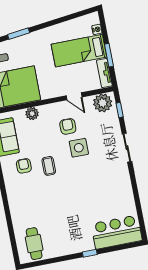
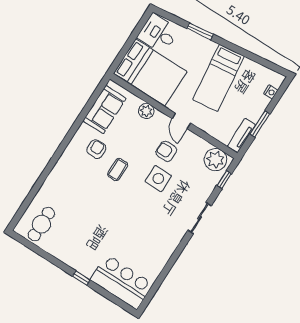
bed: (79, 51) -> (218, 78), moved, turned -97
door: (74, 96) -> (181, 121), moved
armchair: (68, 126) -> (166, 151), turned -90

